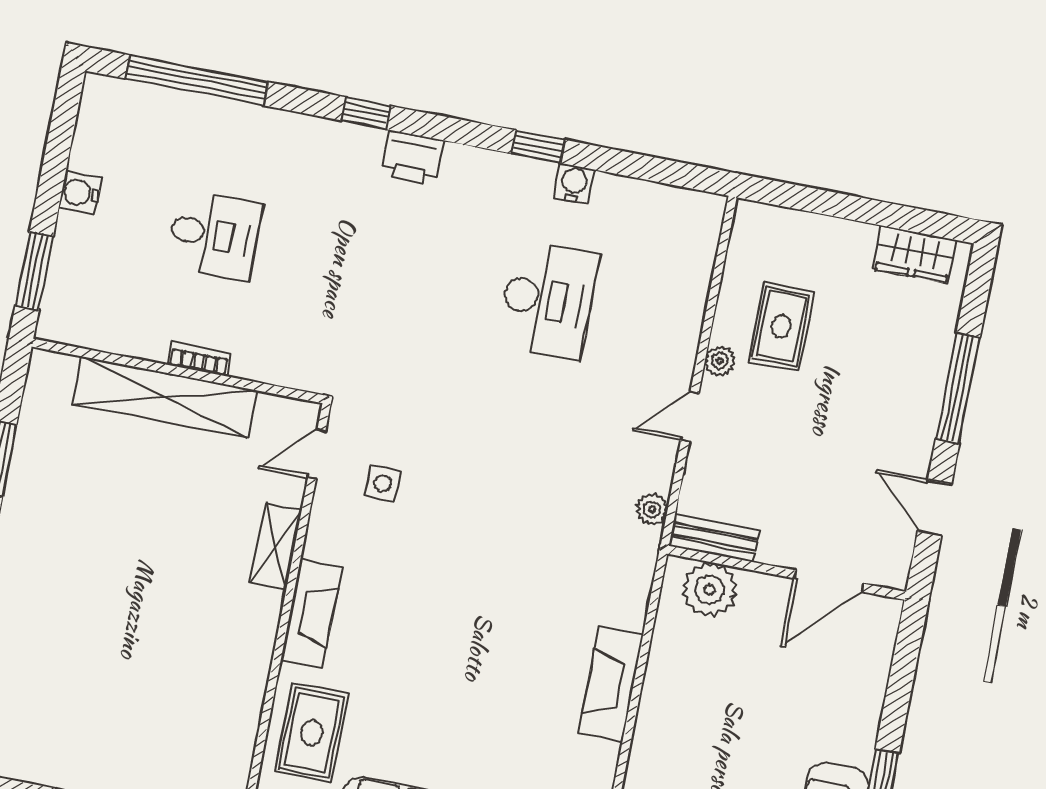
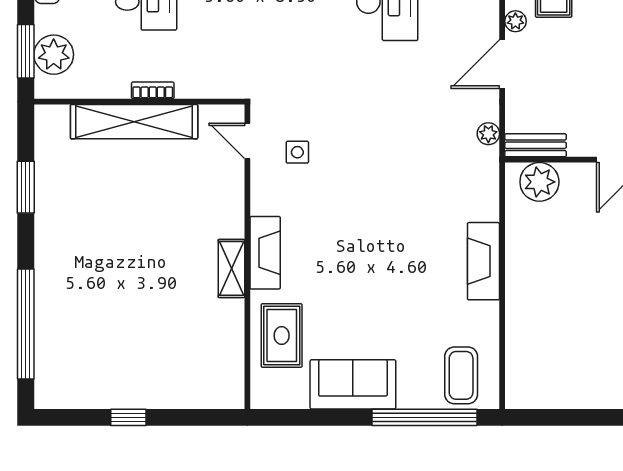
plant: (72, 283) -> (54, 55), added
door: (690, 417) -> (502, 64), width x1.38
door: (317, 454) -> (247, 141), hinge flipped
shelving: (276, 546) -> (231, 268), moved

